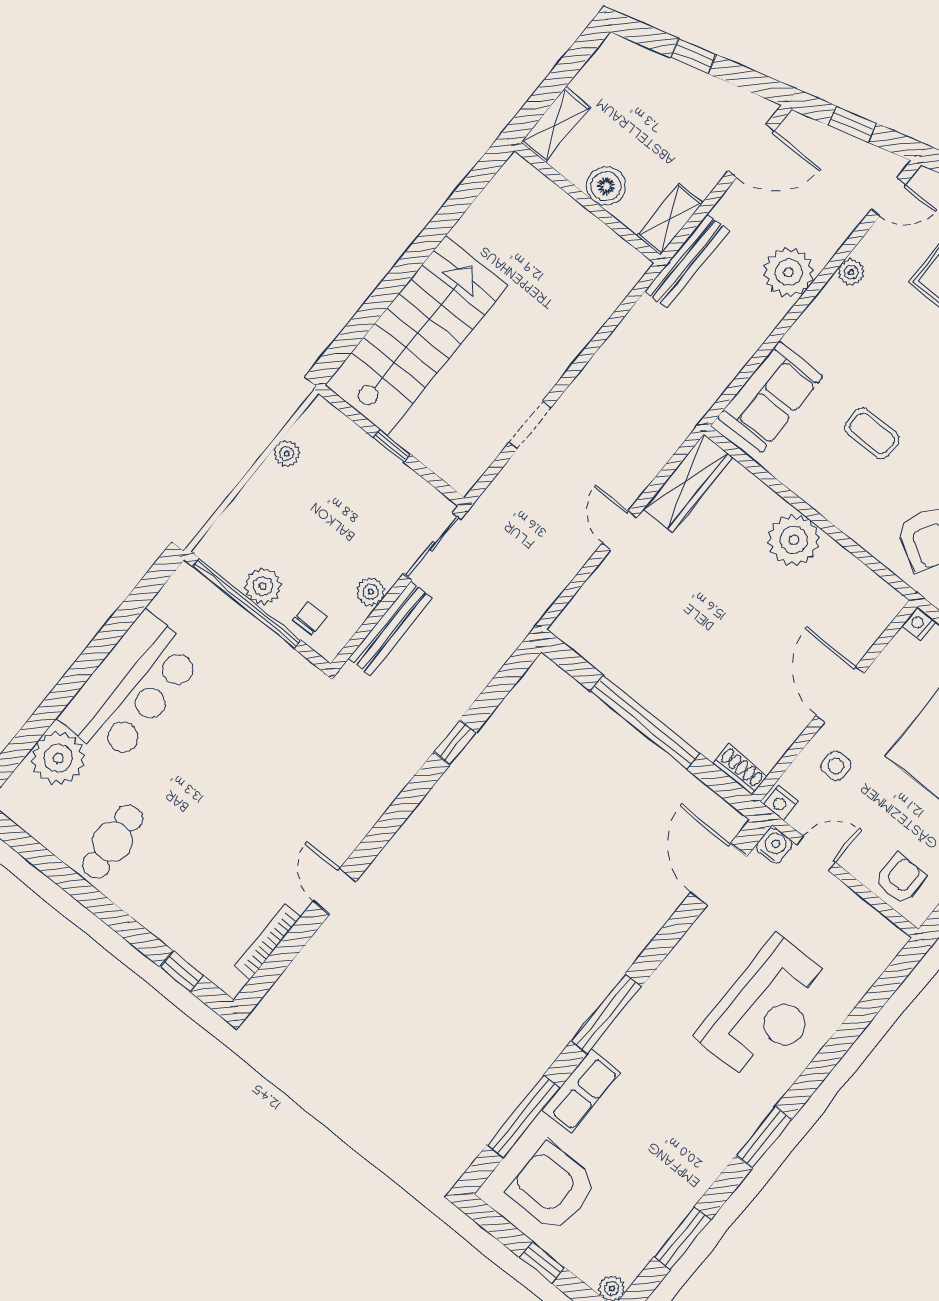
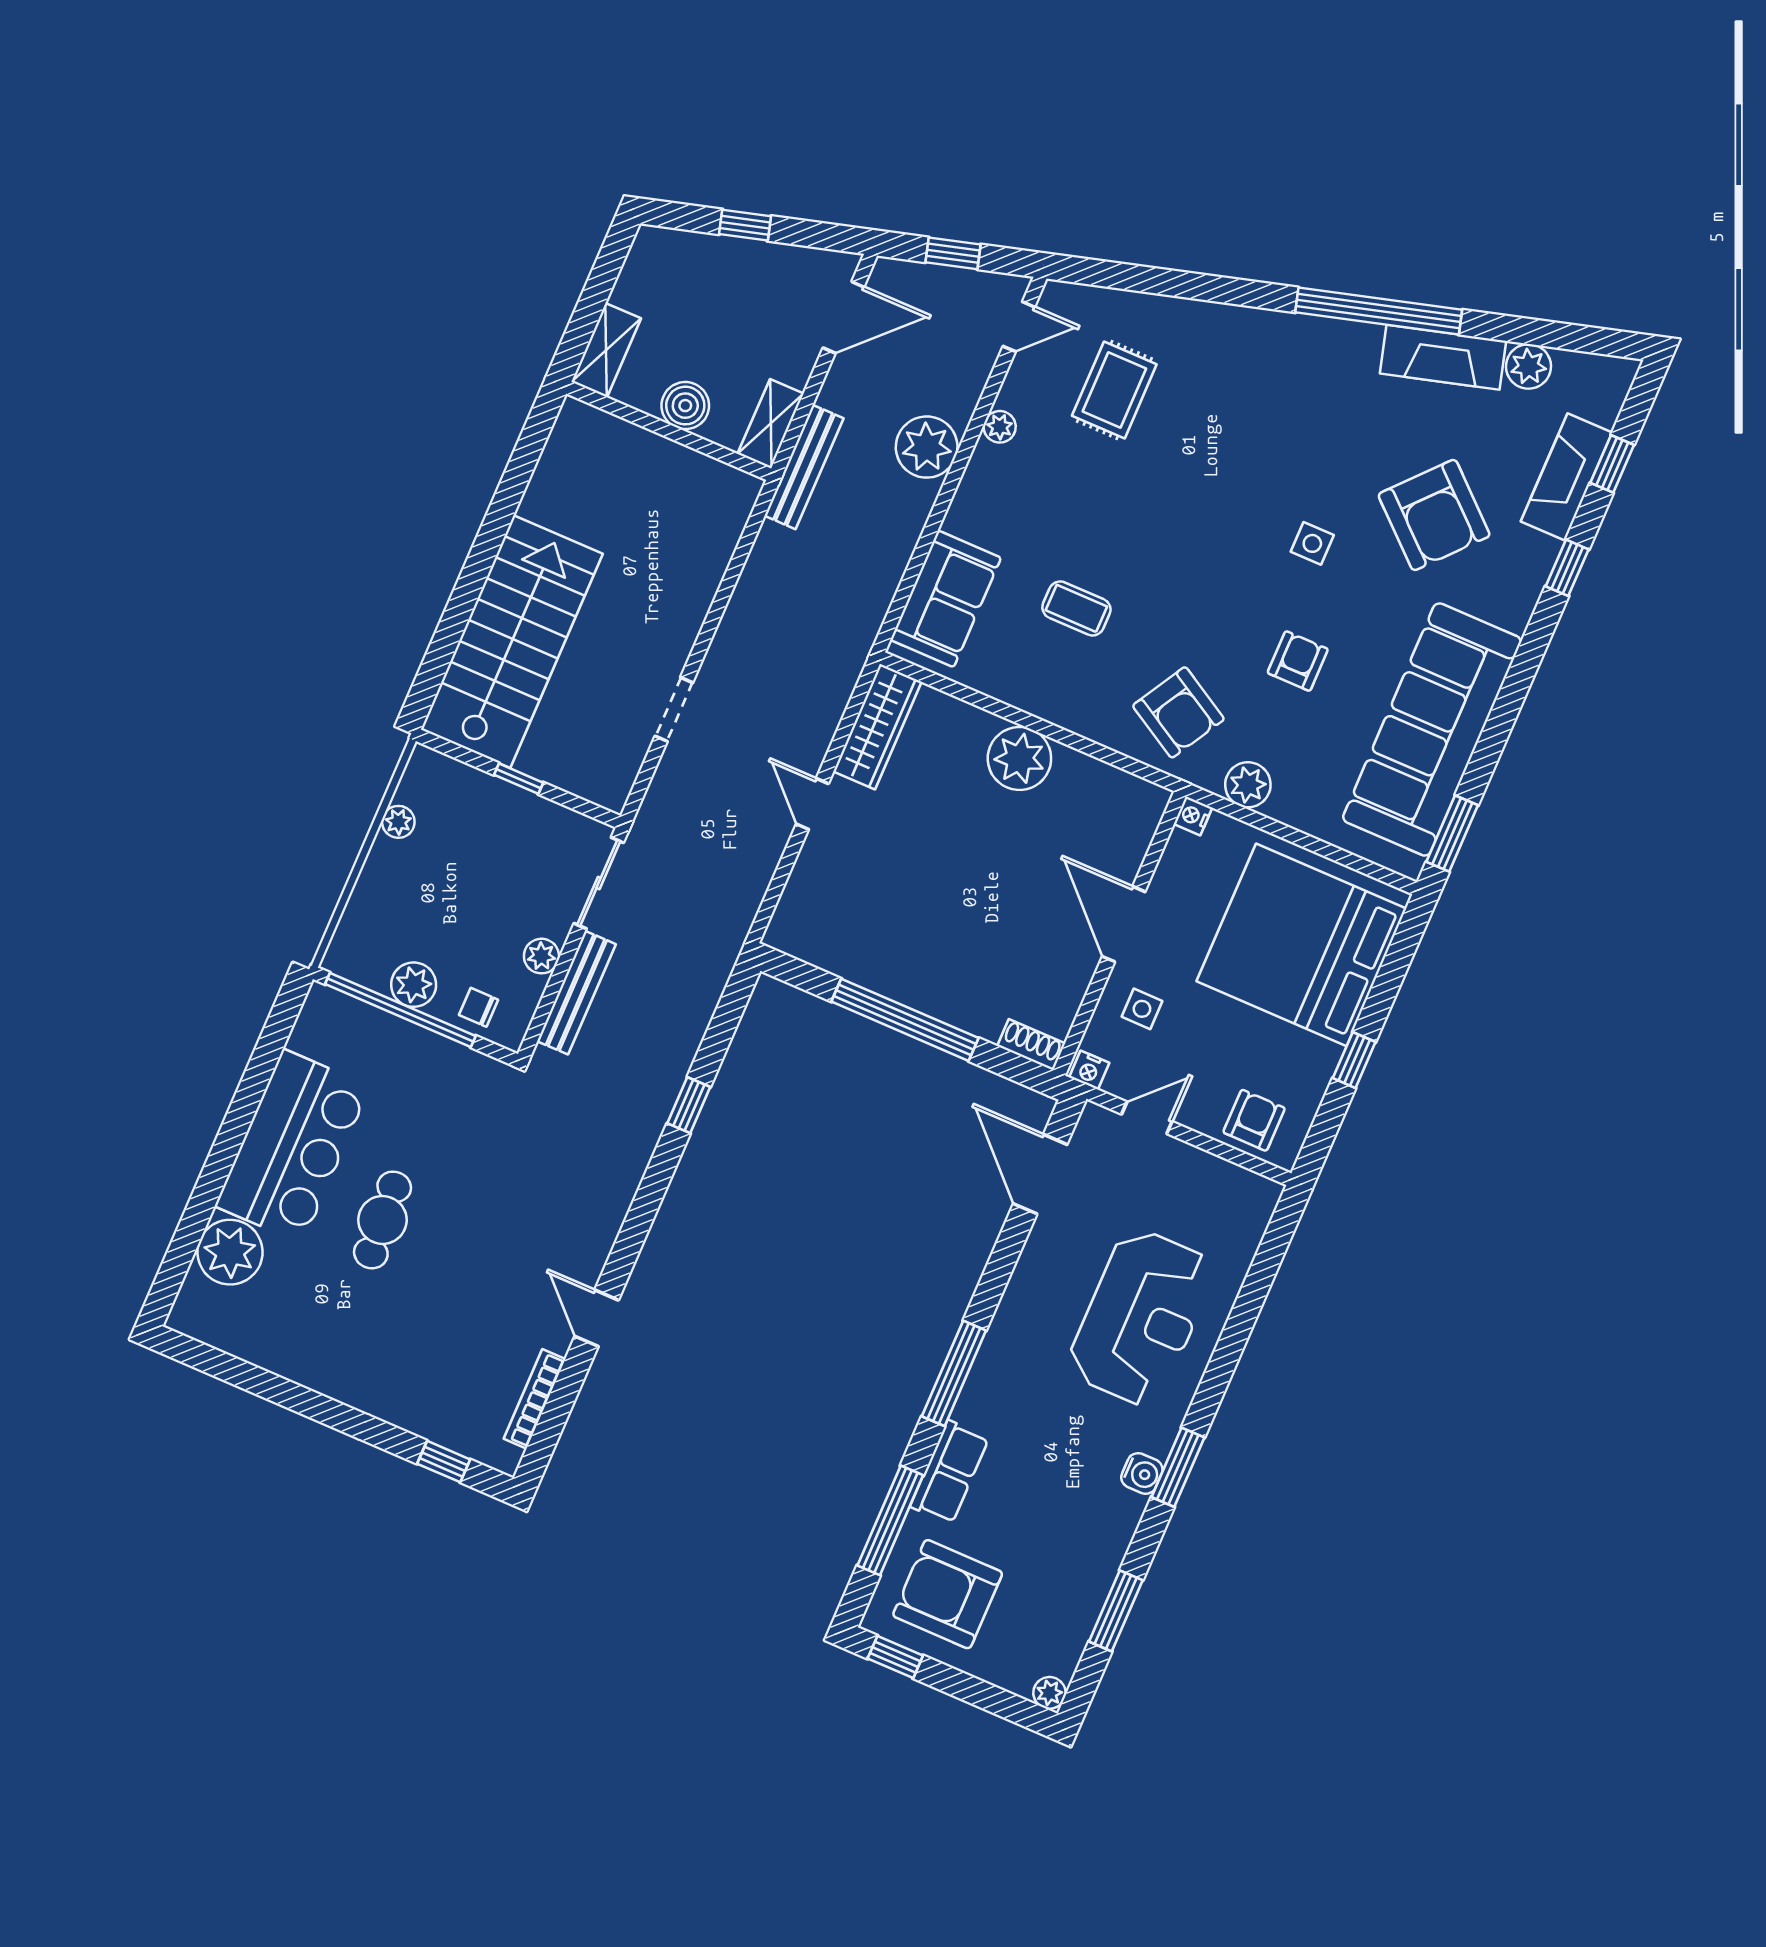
chair: (310, 618) -> (479, 1007), turned -90
cafe table: (112, 842) -> (383, 1220), moved
water cooler: (774, 846) -> (1142, 1473), moved, turned 90
window: (542, 1262) -> (895, 1657), moved

